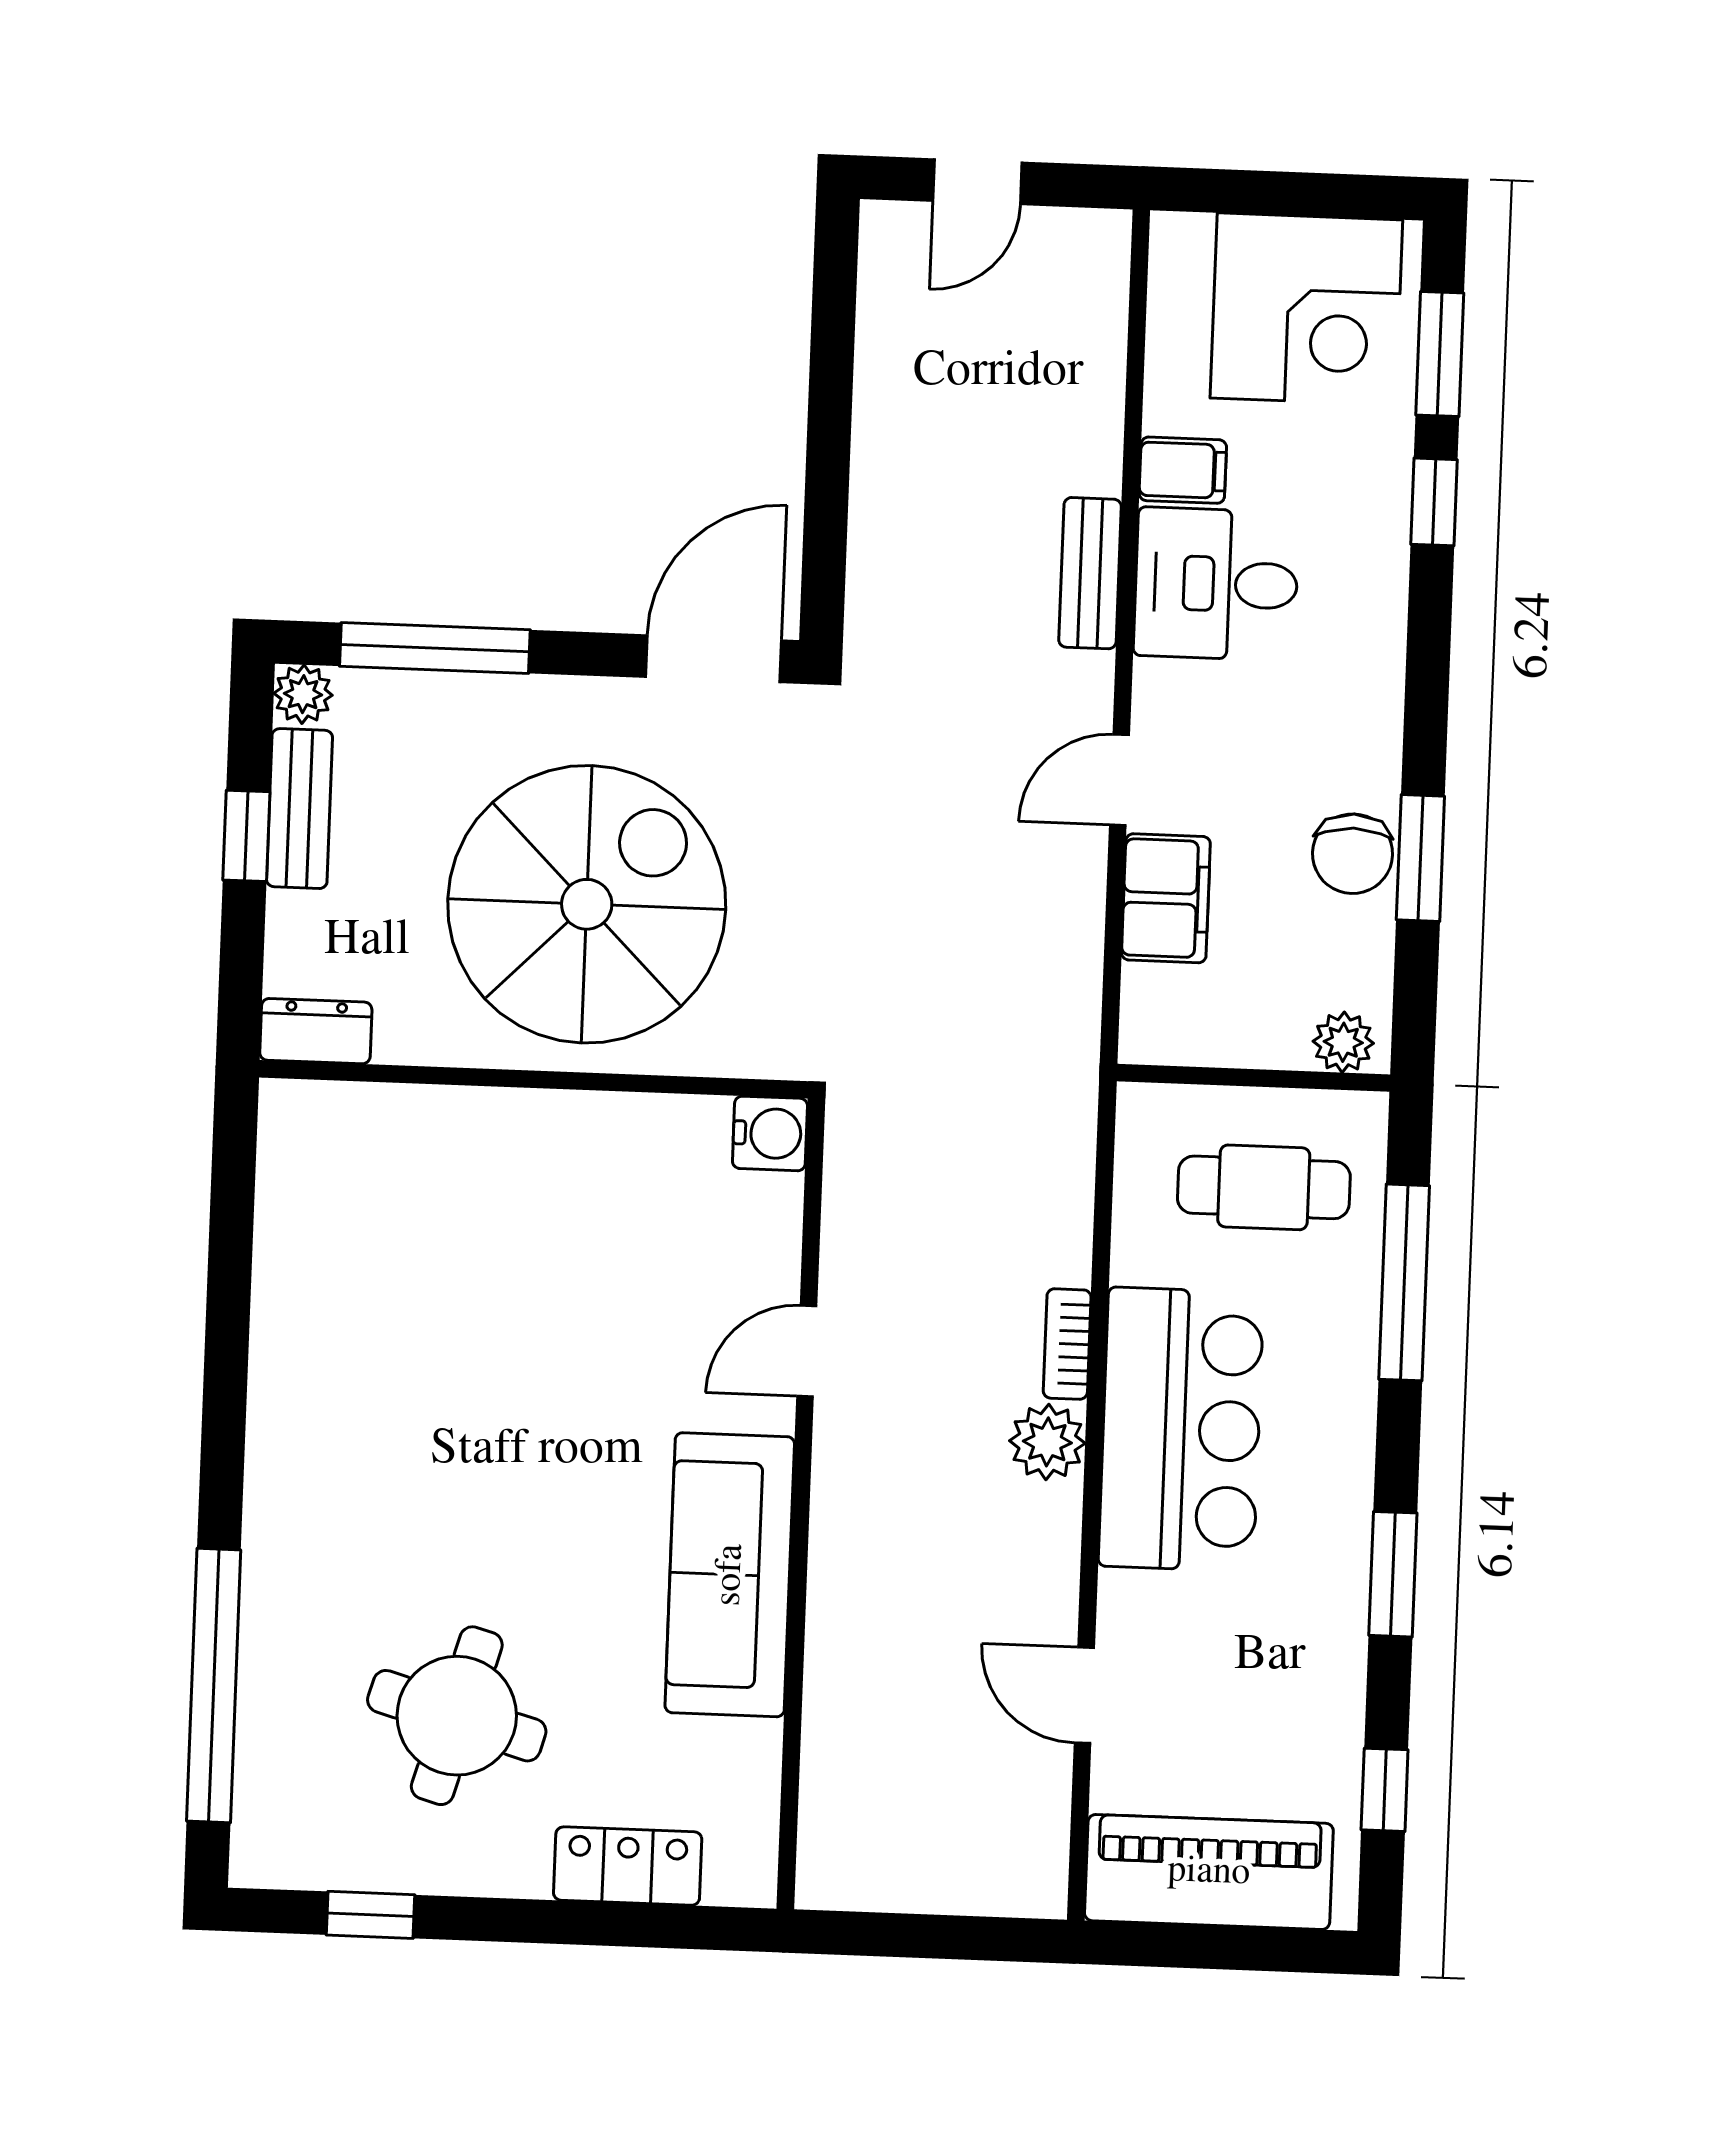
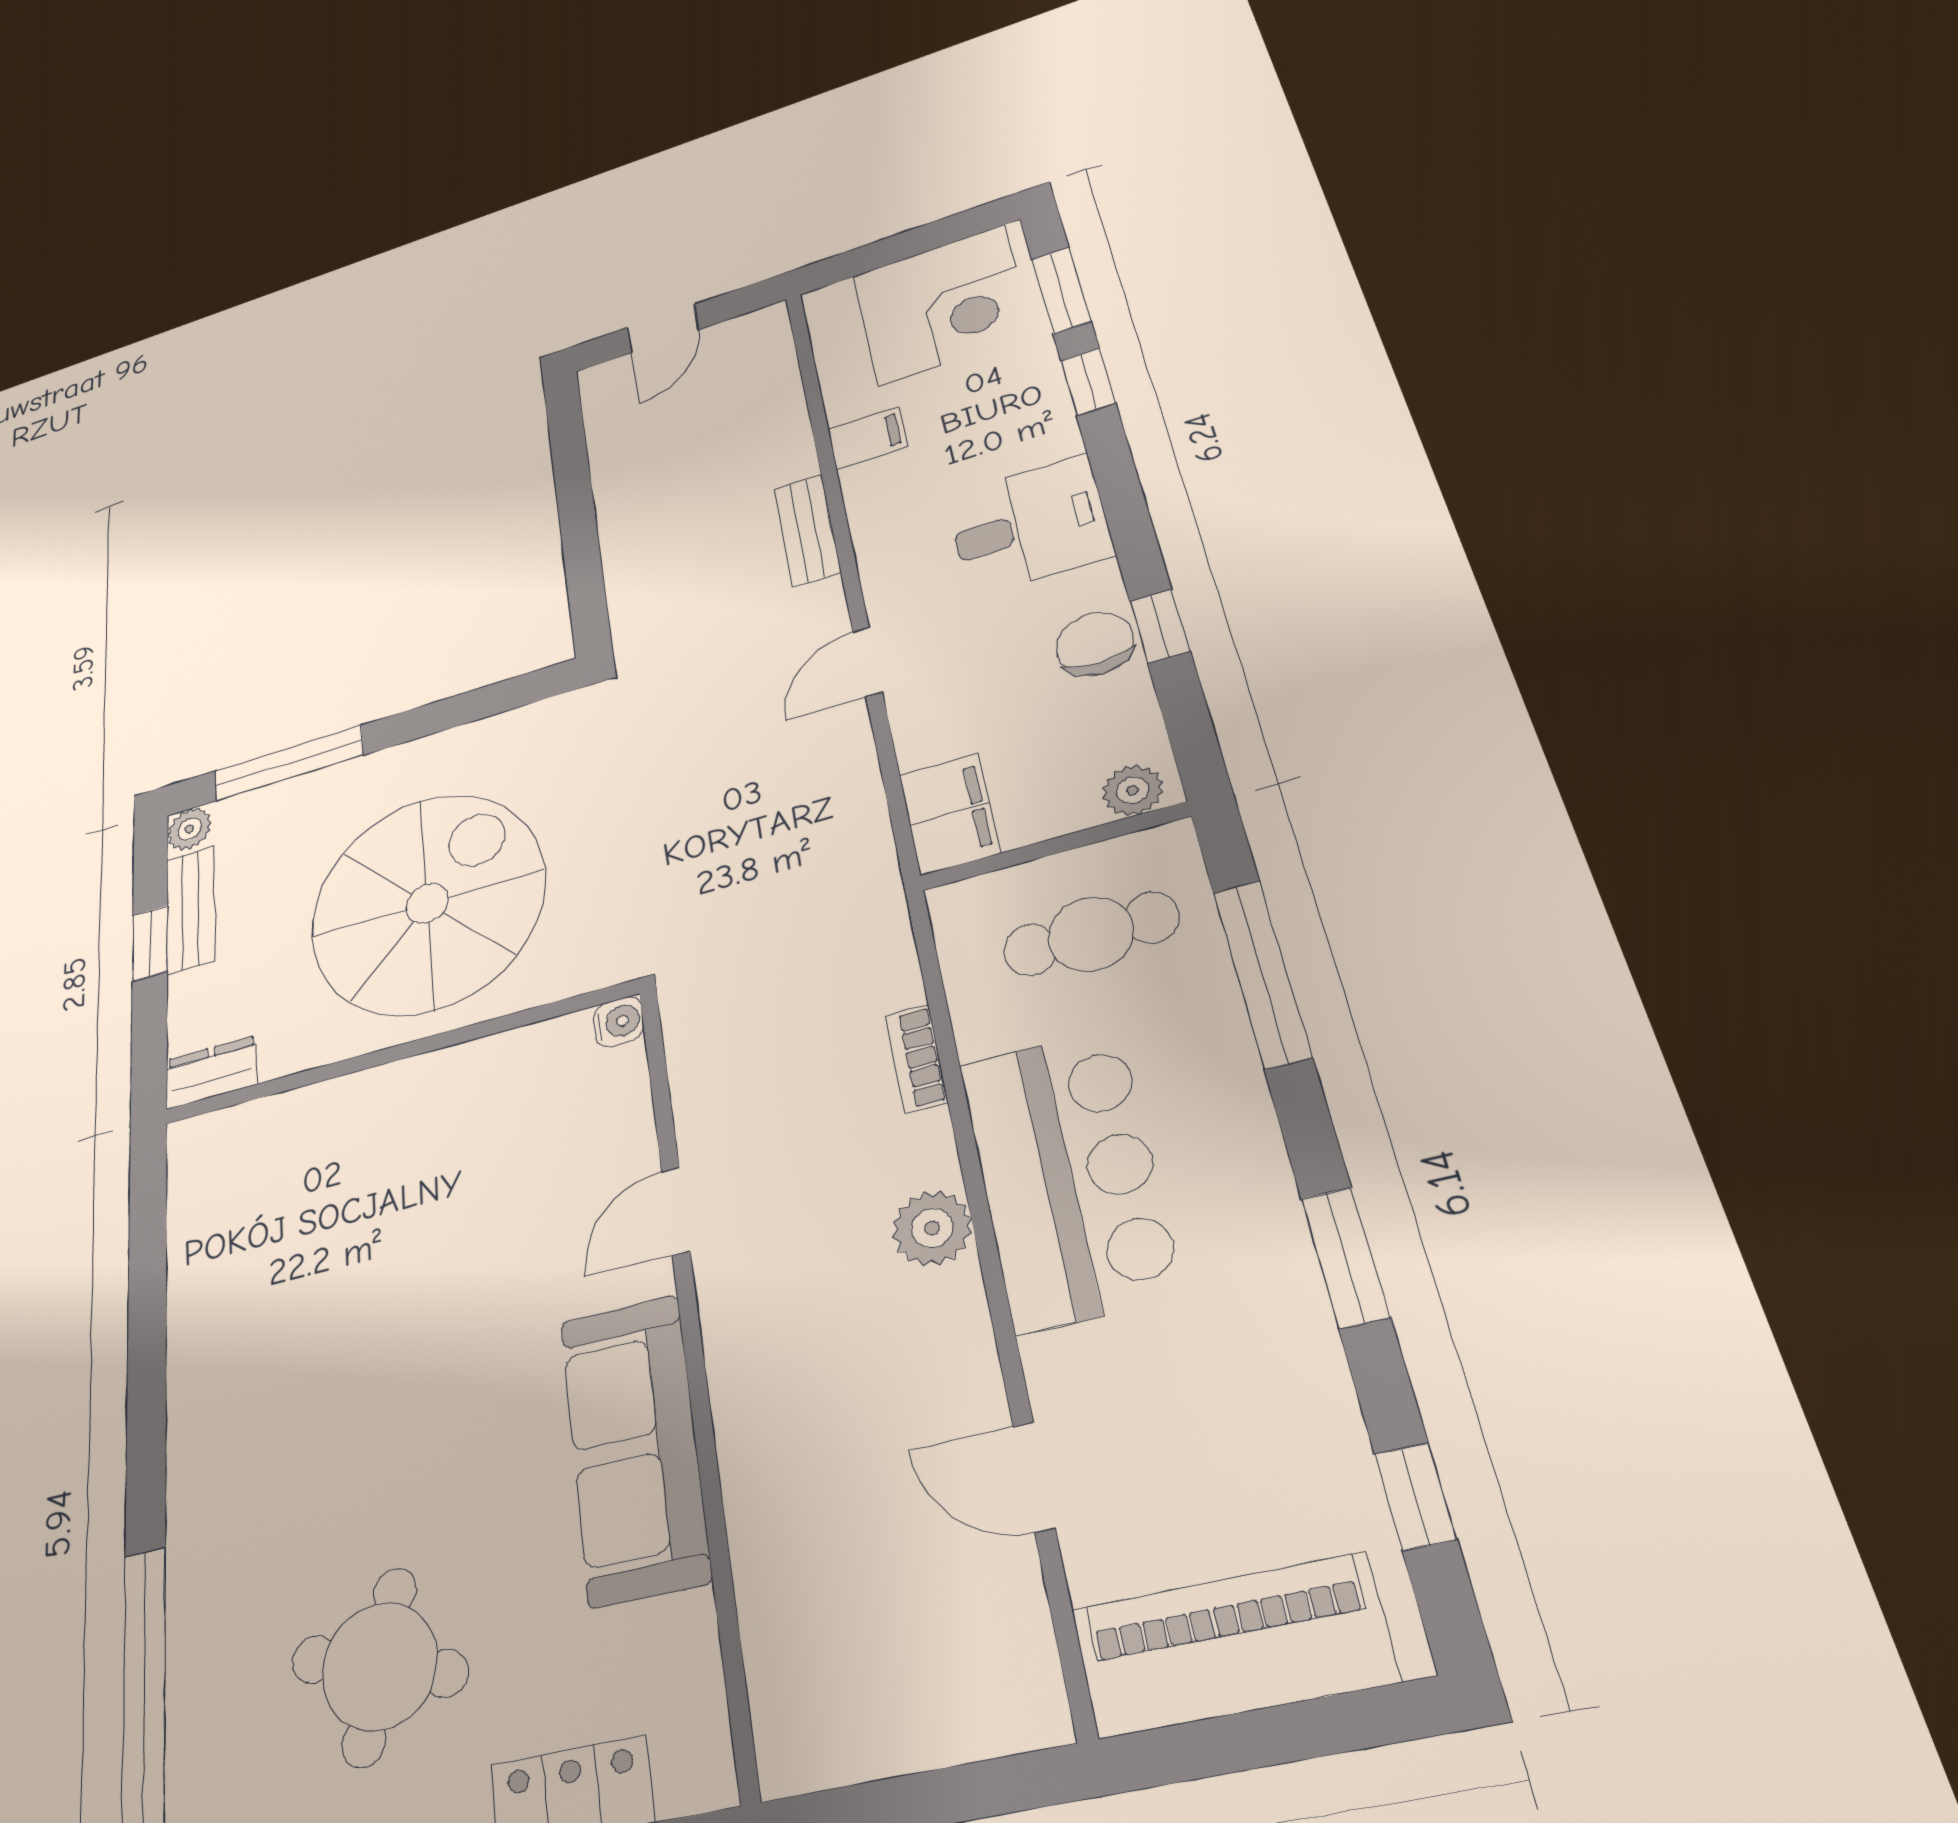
desk: (1216, 584) -> (1029, 526), moved, turned 180
door: (714, 659) -> (509, 695), removed
chair: (1353, 854) -> (1095, 644), turned 180
window: (1420, 858) -> (1160, 626), width x0.67
filing cabinet: (1166, 898) -> (949, 814), moved
water cooler: (770, 1133) -> (619, 1022), width x0.72, depth x0.72
bookcase: (1067, 1344) -> (916, 1059), moved

